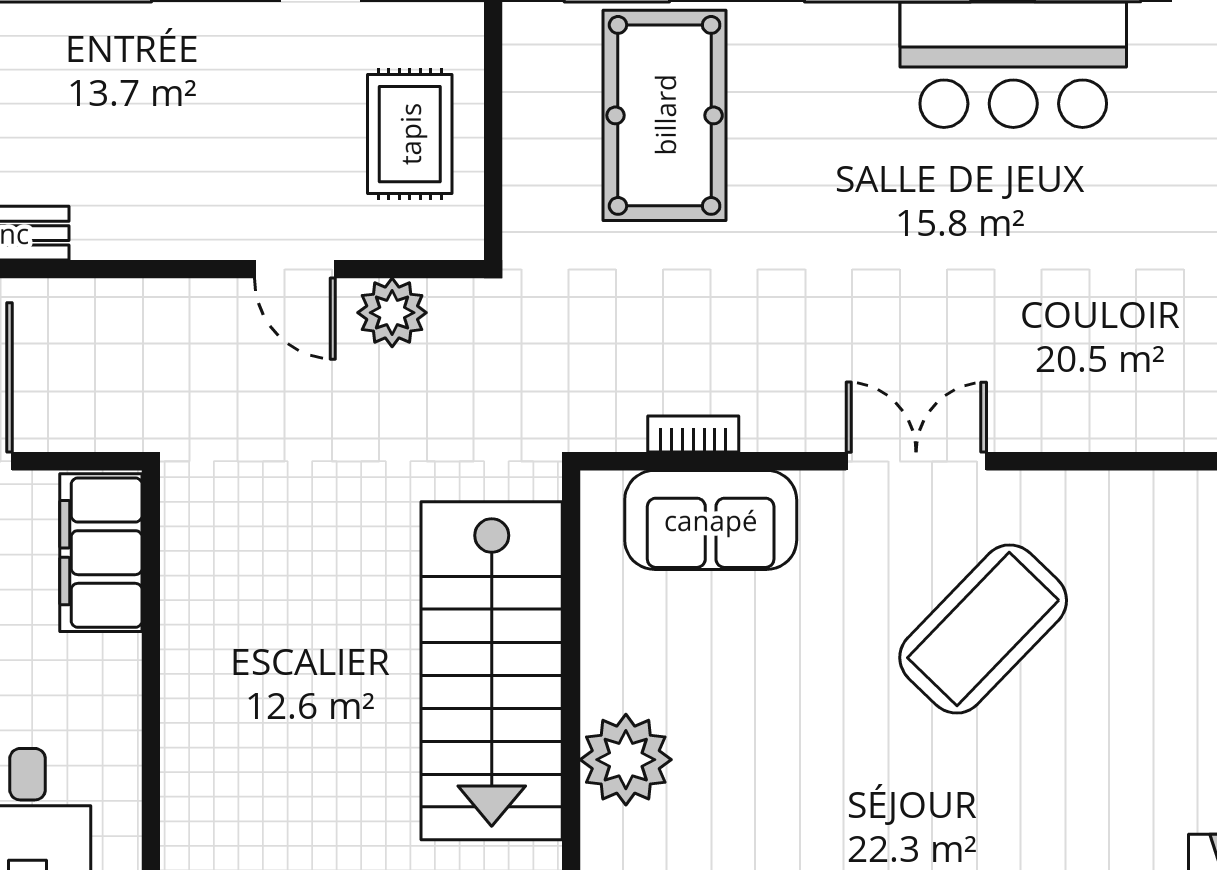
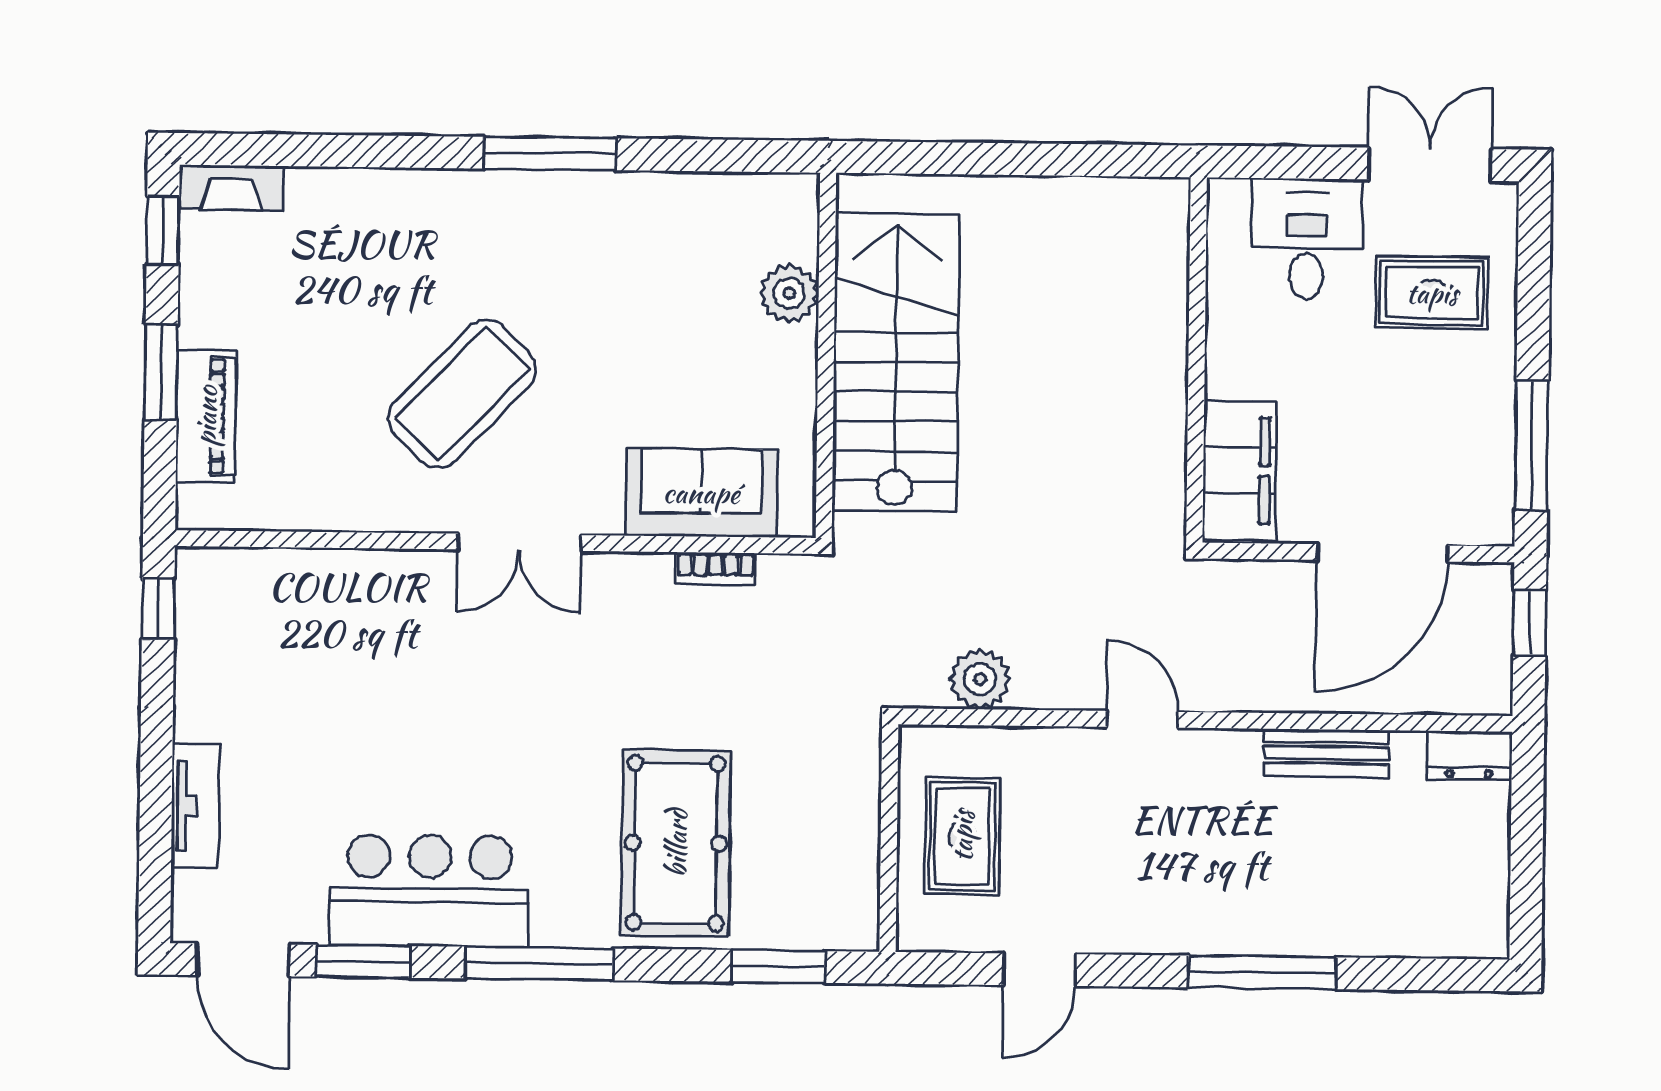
pool table: (665, 115) -> (676, 843), moved
door: (295, 269) -> (1142, 719), moved
plant: (626, 760) -> (789, 293), width x0.73, depth x0.73

